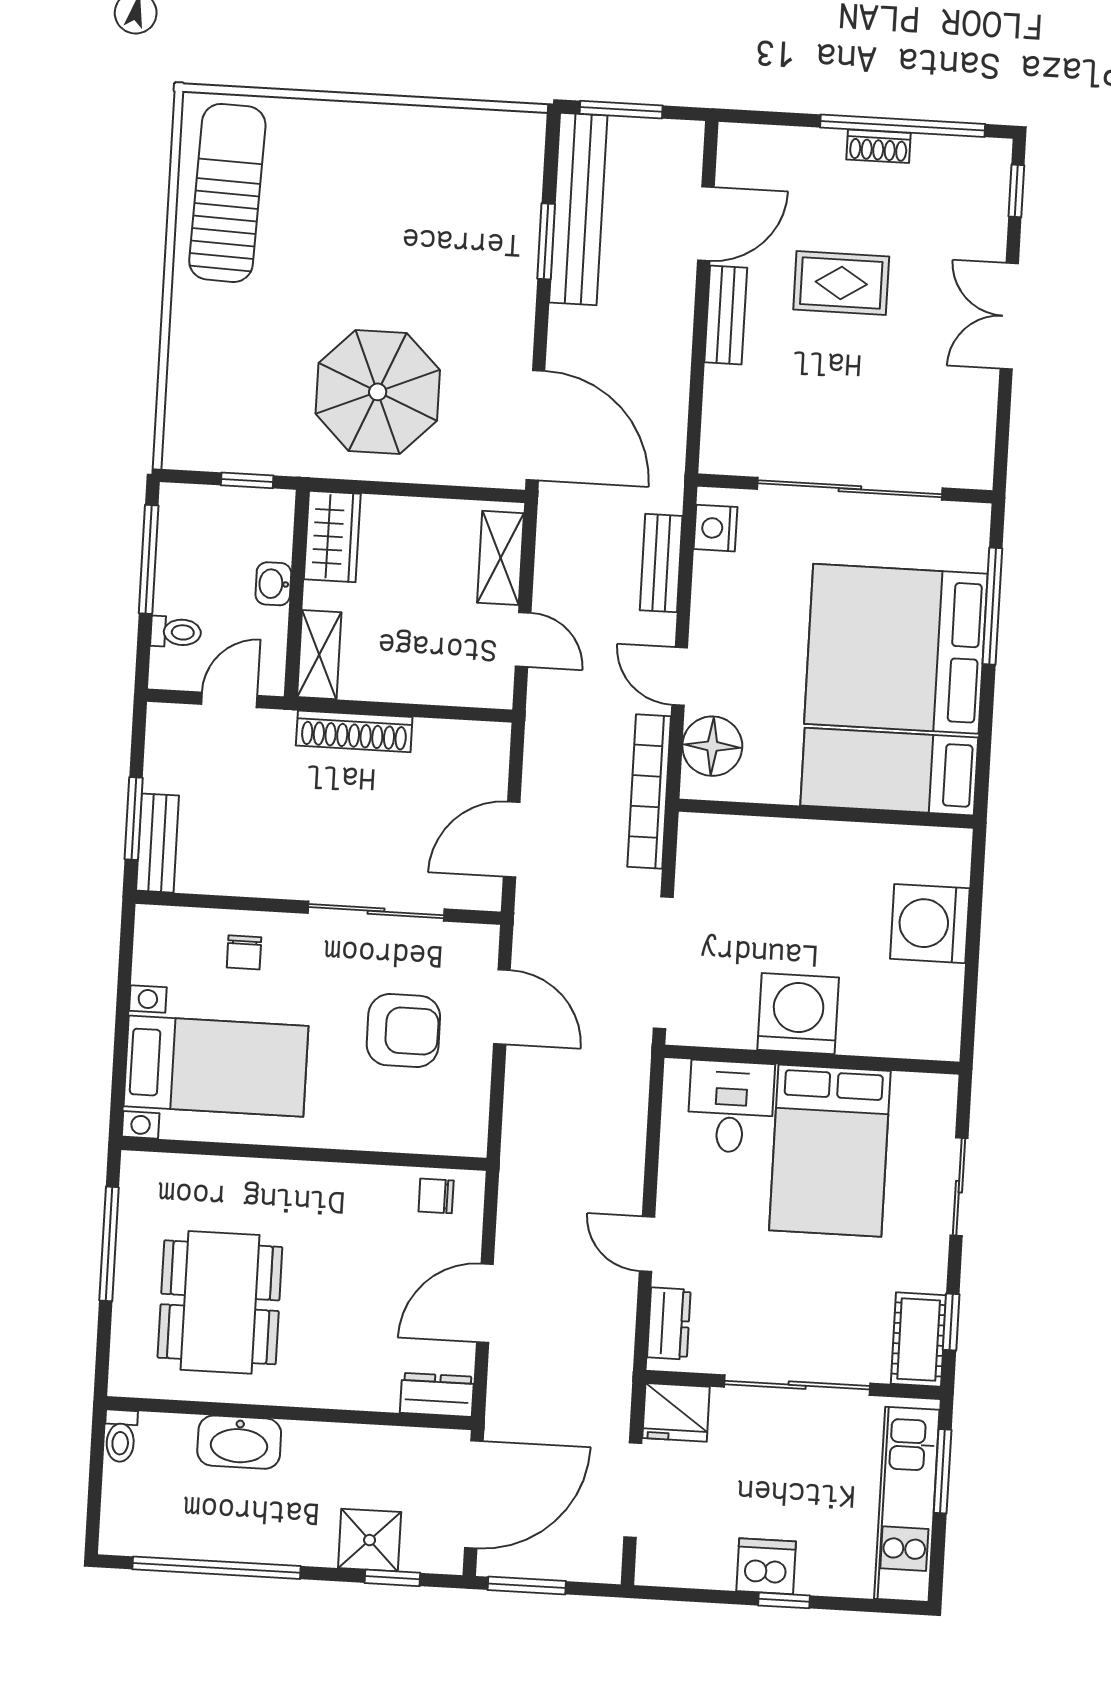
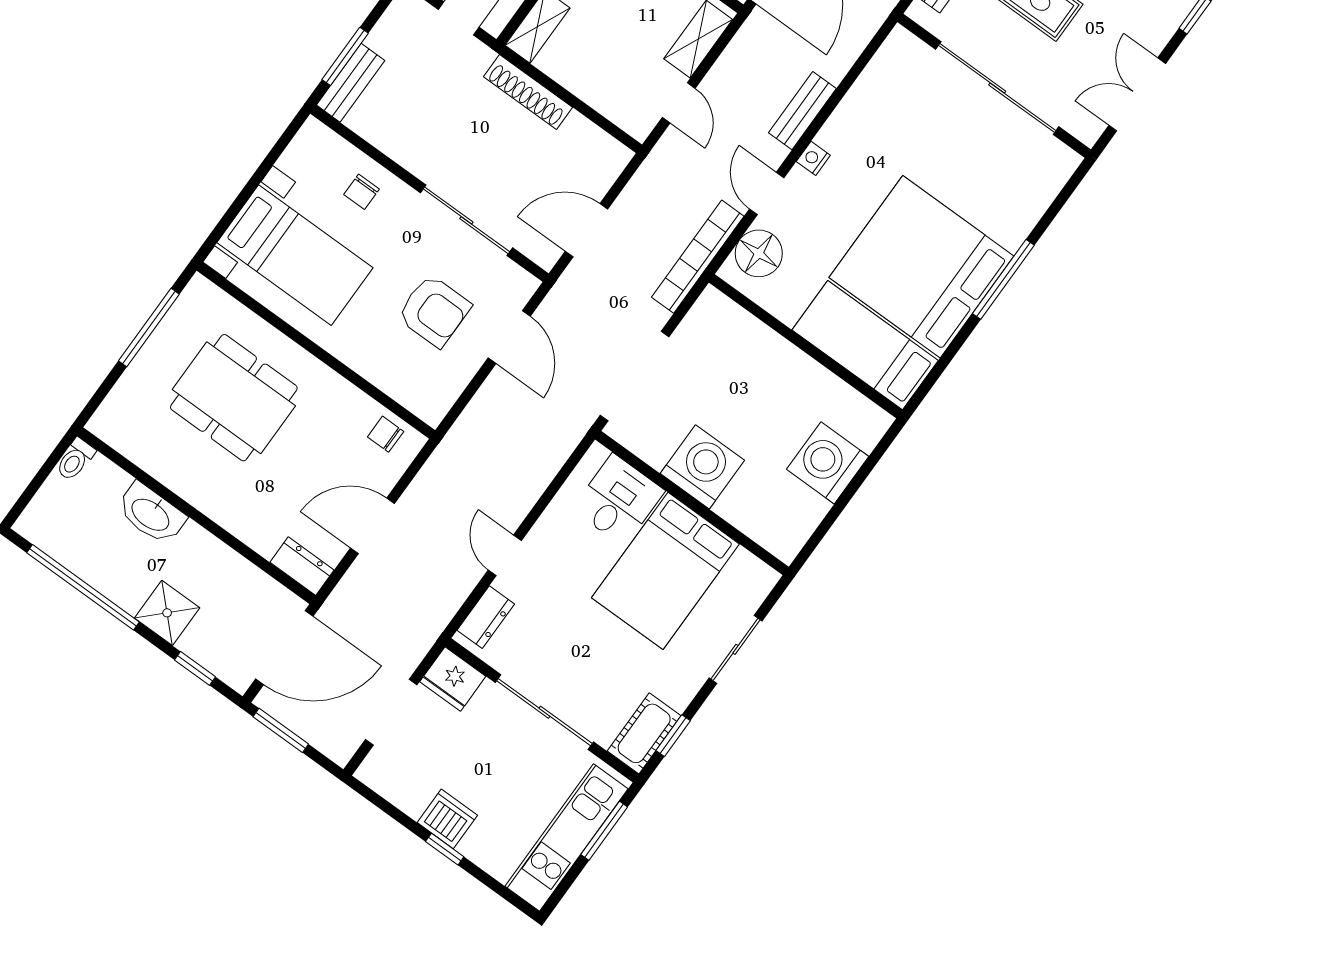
wall: (845, 488) -> (994, 86), moved
sliding door: (850, 489) -> (997, 88), moved
nightstand: (715, 528) -> (813, 158), moved, width x0.72, depth x0.74
dining table: (220, 1302) -> (234, 398), moved, turned 90
shower: (370, 1540) -> (167, 613), moved

